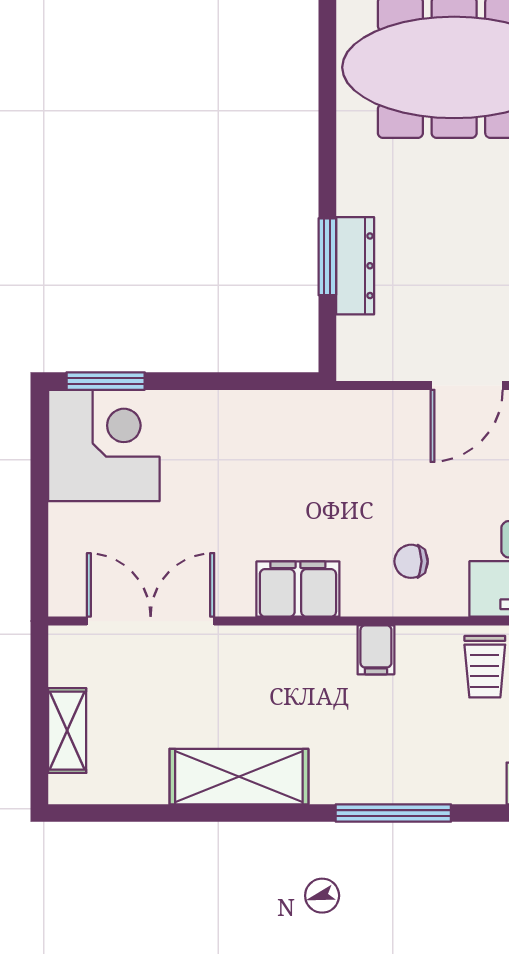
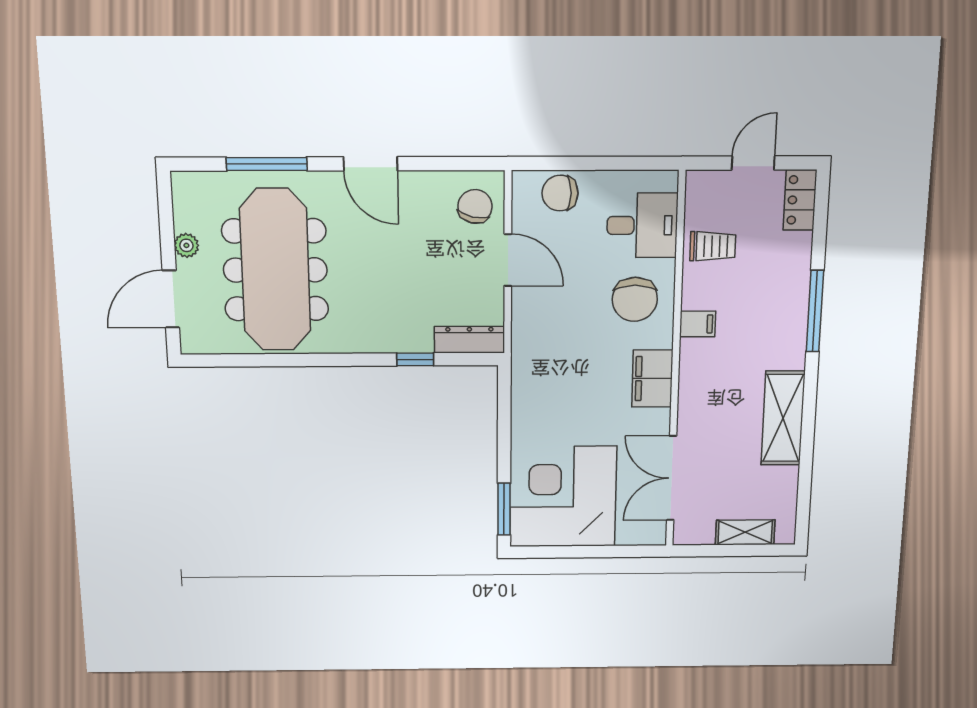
window: (327, 257) -> (415, 359), width x0.67
dresser: (355, 266) -> (469, 340), moved
corner desk: (104, 445) -> (563, 497), width x1.36, depth x1.36
chair: (411, 561) -> (635, 299), width x1.87, depth x1.87

